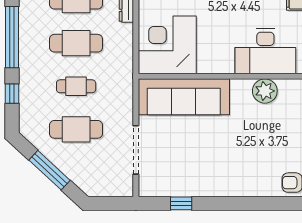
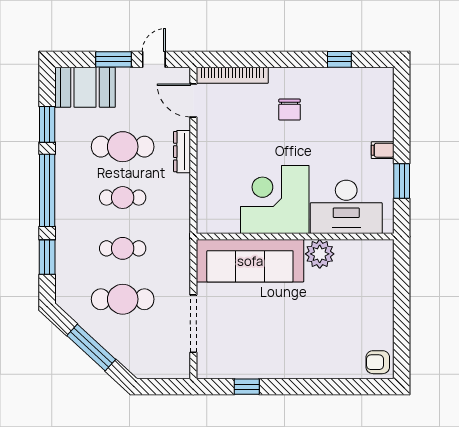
cafe table: (76, 43) -> (123, 198), width x0.73, depth x0.74
corner desk: (167, 45) -> (275, 199), moved
plant: (265, 91) -> (320, 254), moved
window: (12, 94) -> (47, 257), width x1.50

